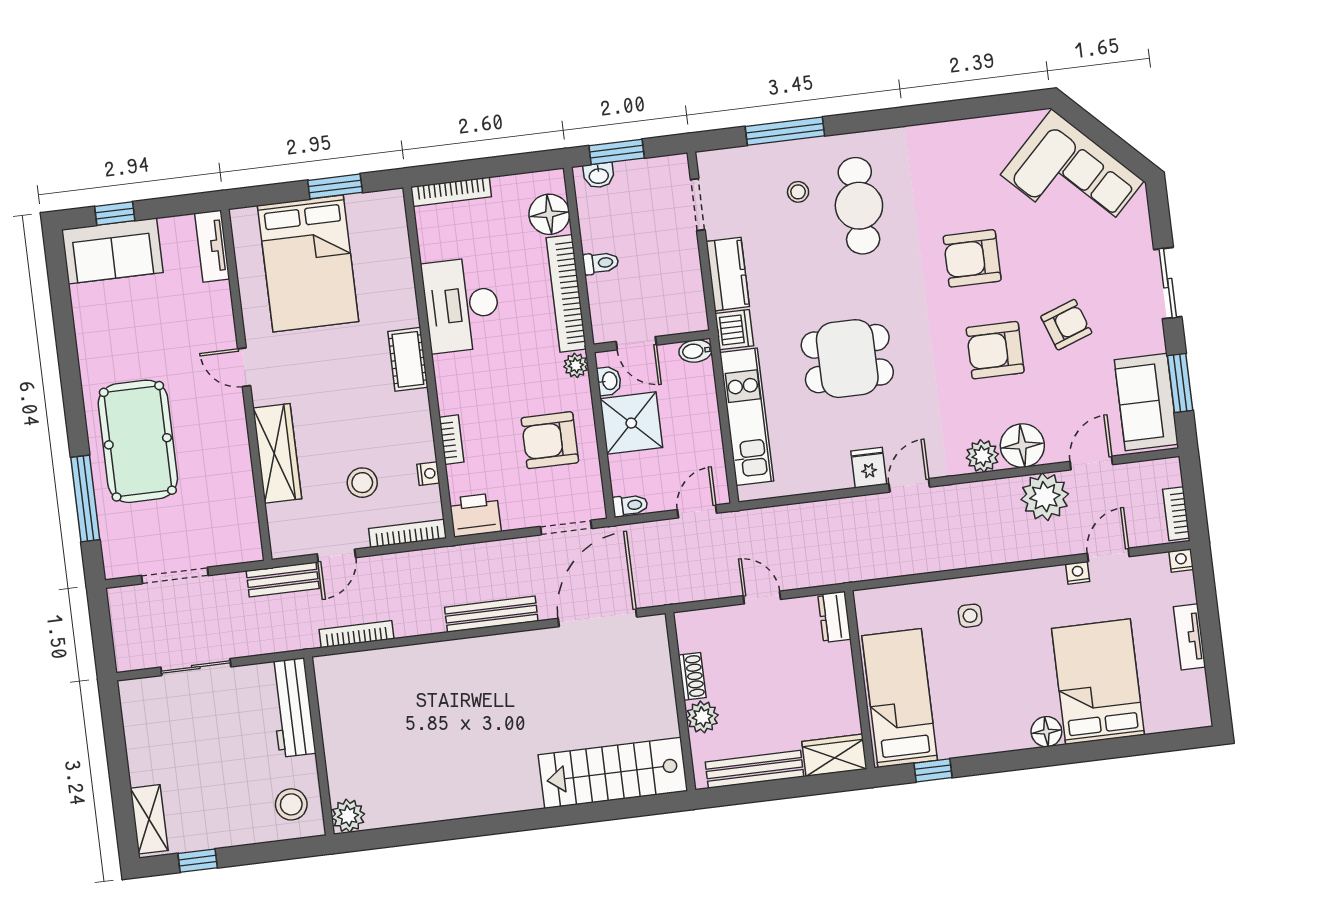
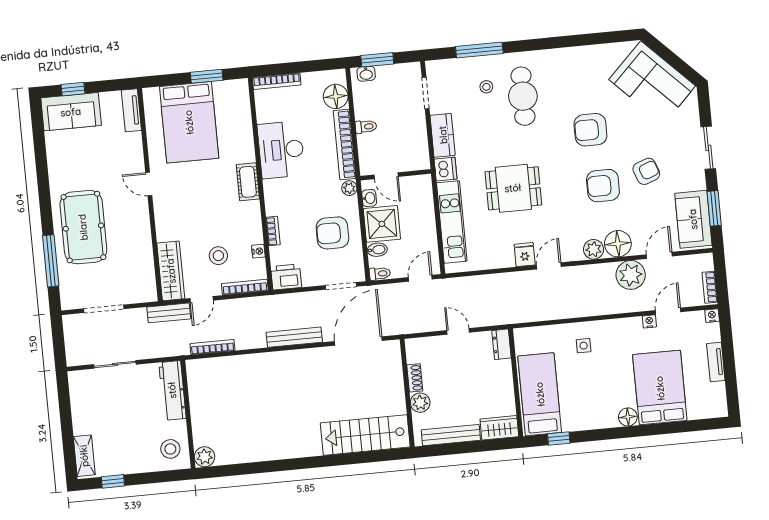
bidet: (695, 351) -> (377, 250), moved, turned 180
wardrobe: (277, 453) -> (171, 271), moved

